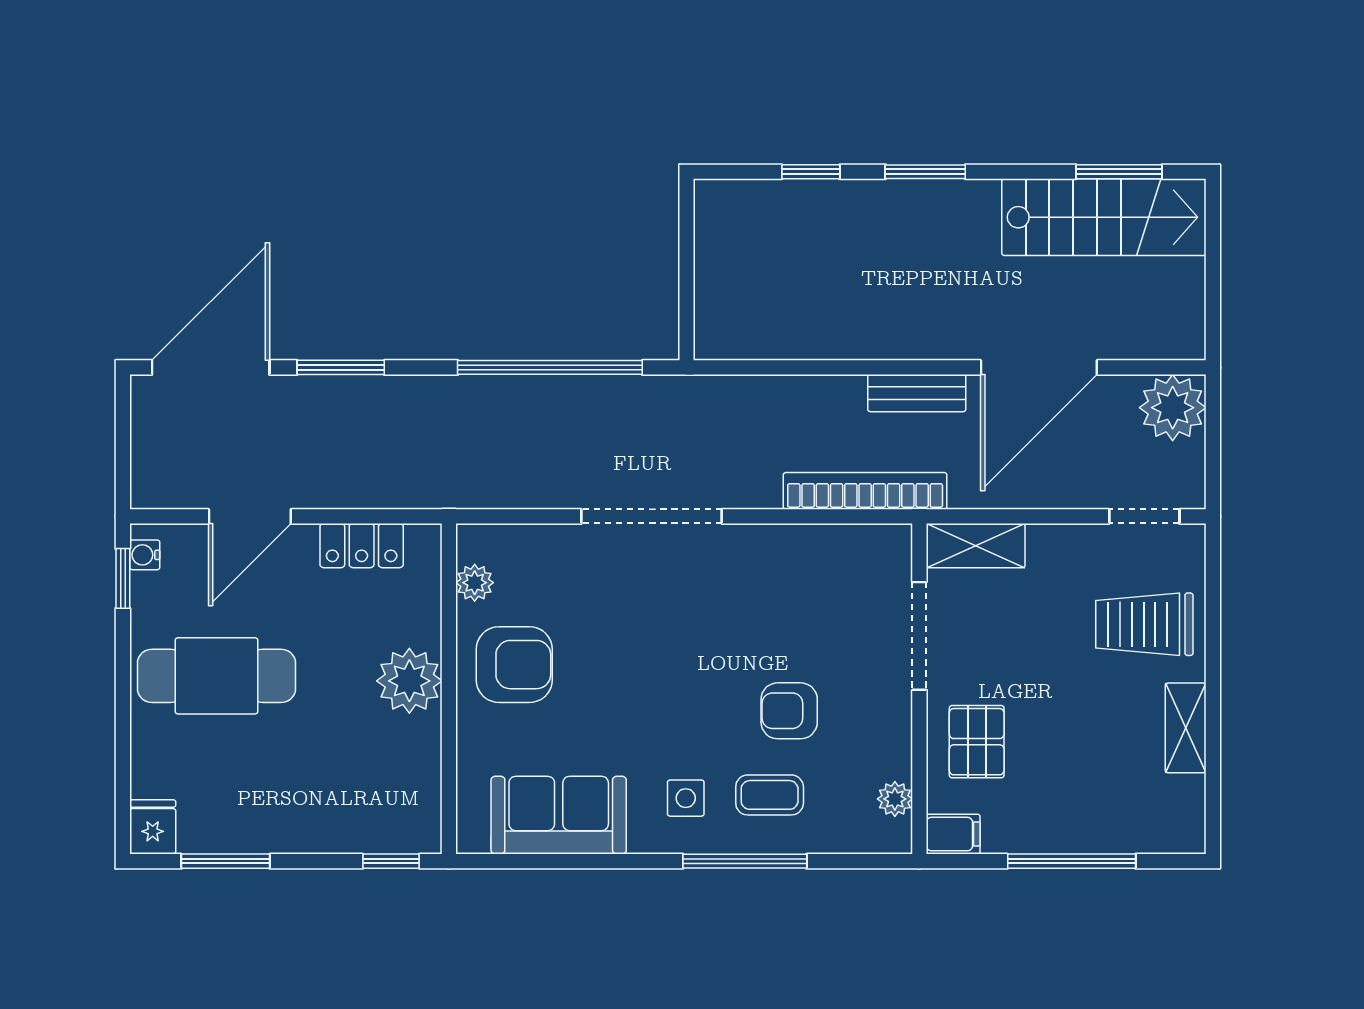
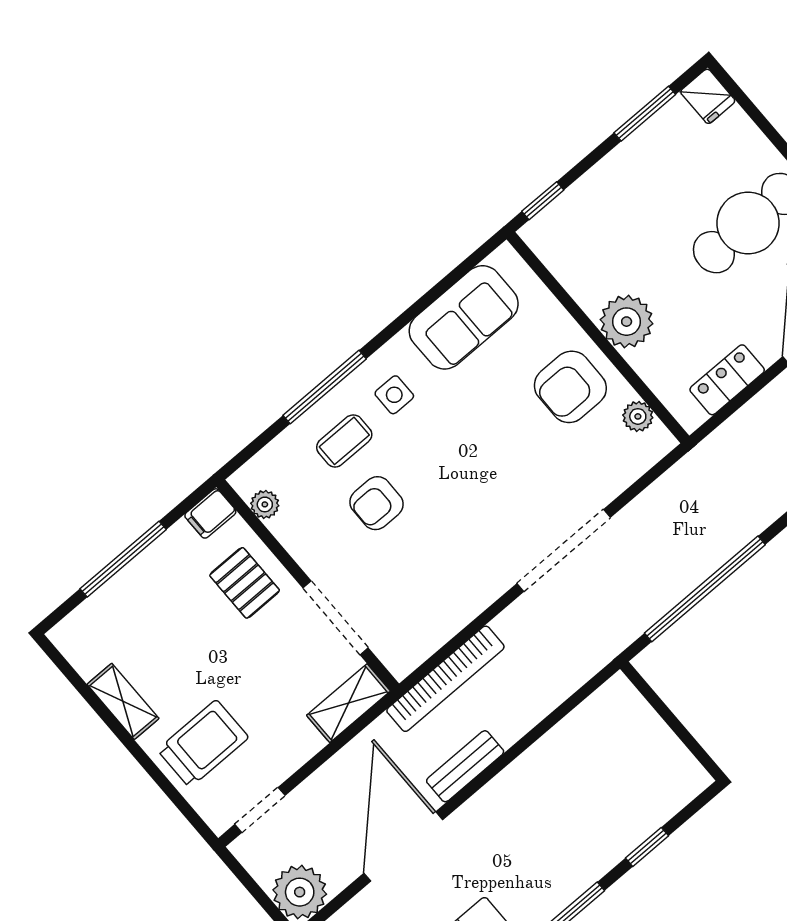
armchair: (789, 711) -> (377, 503), turned 180

